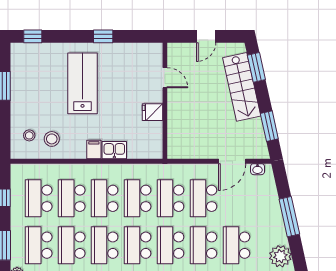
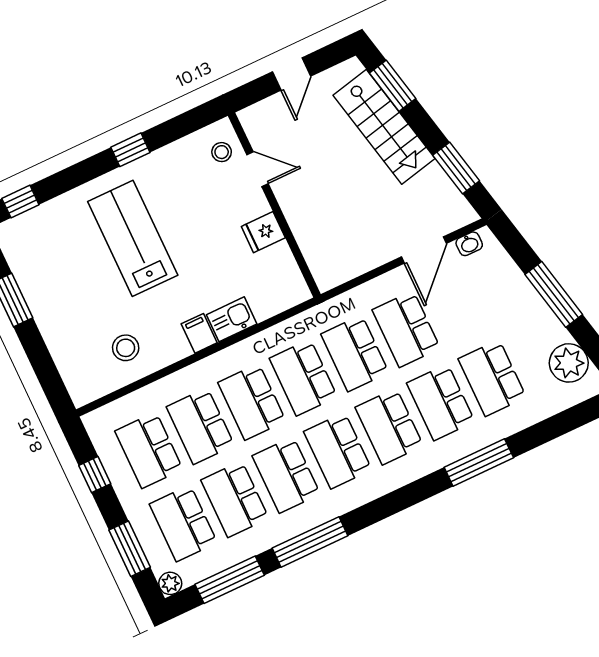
stool: (29, 135) -> (222, 152), moved

